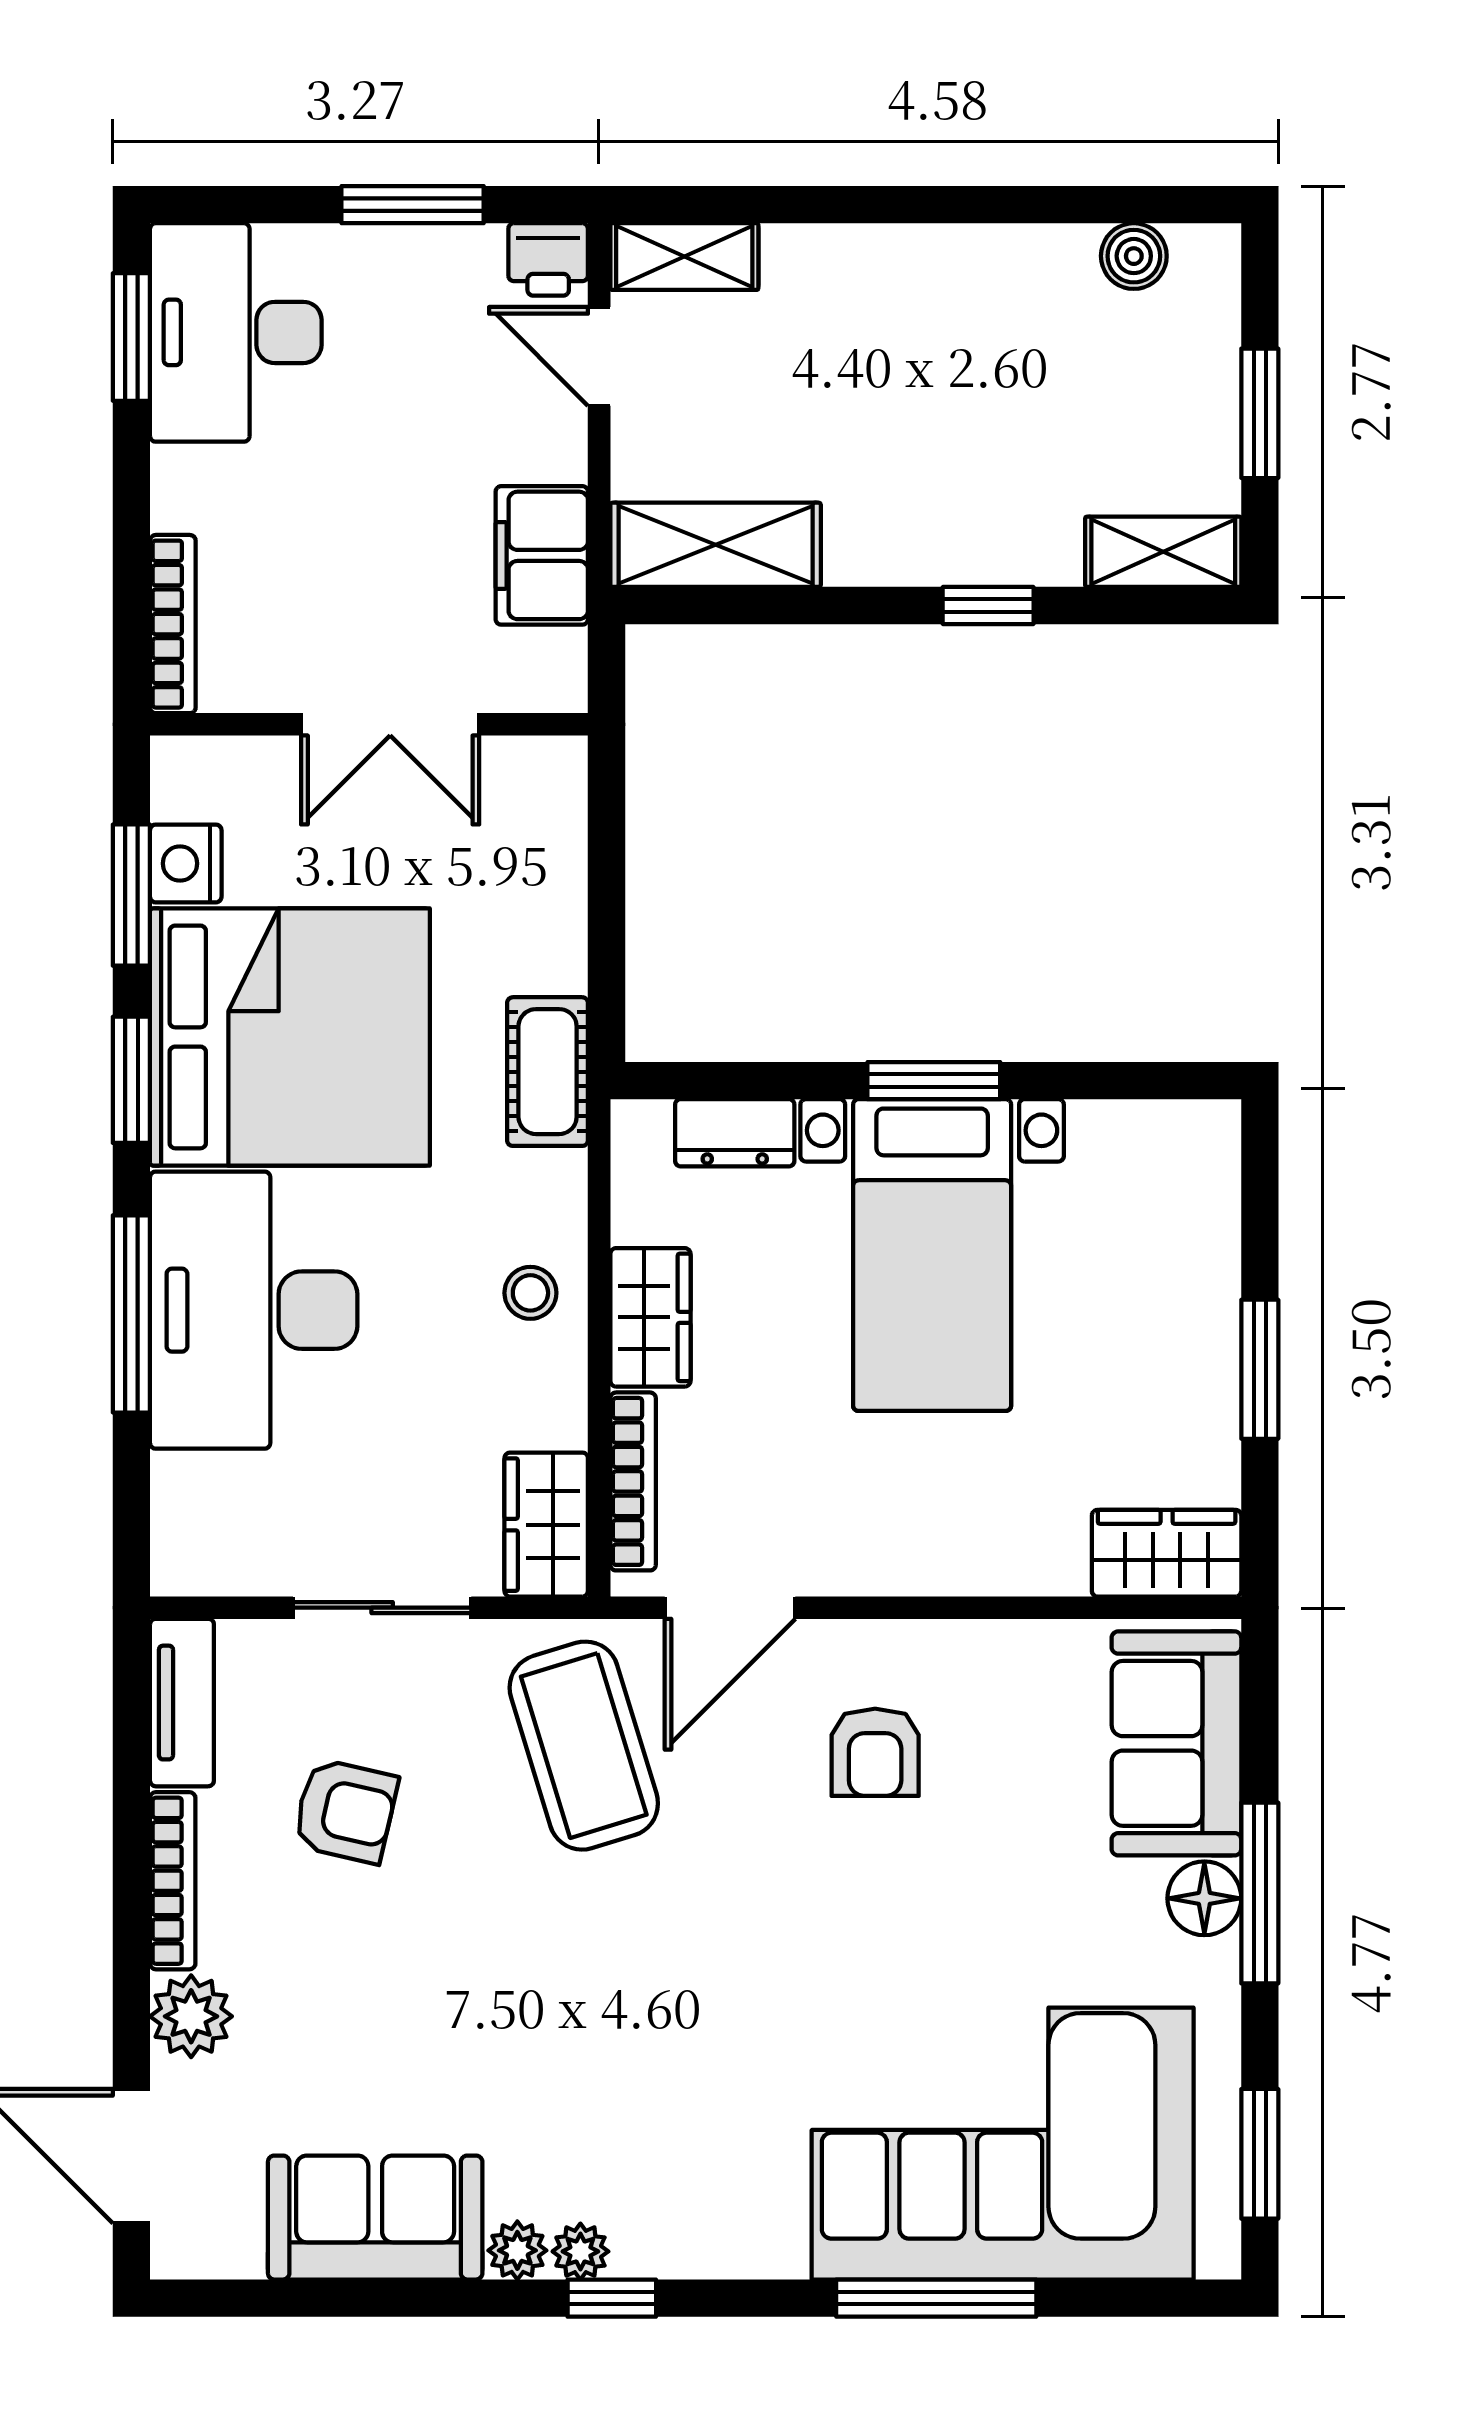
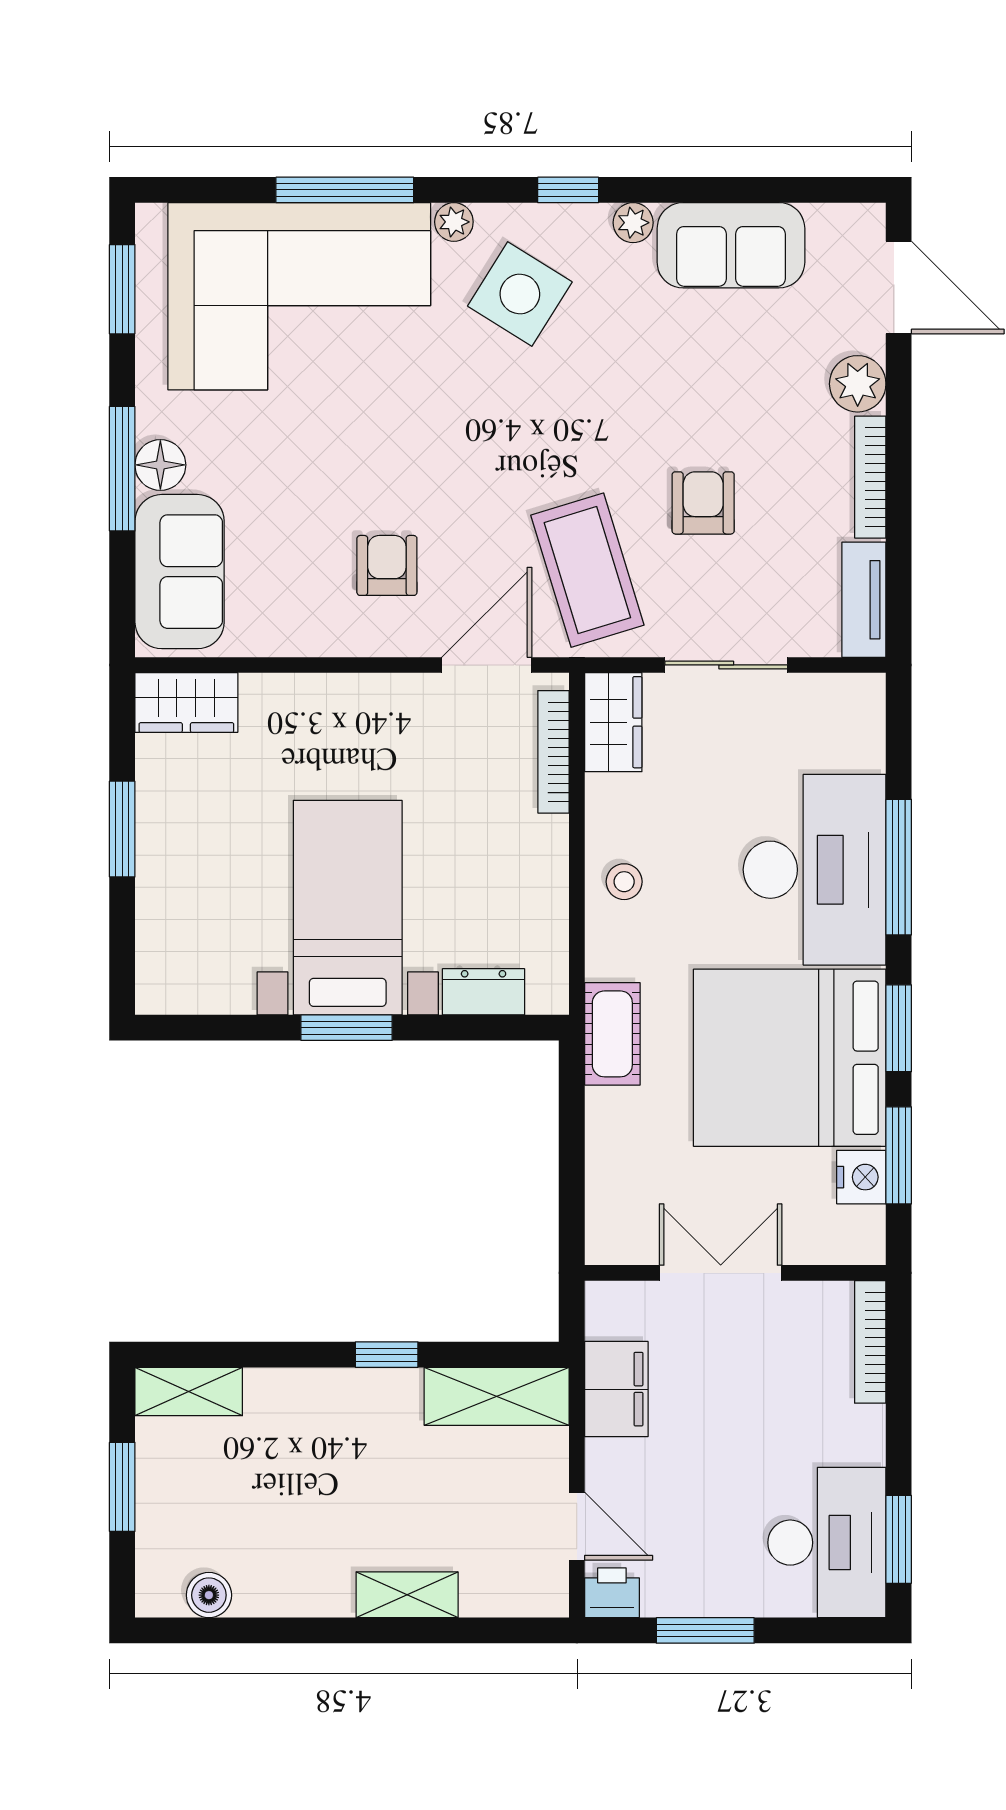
shelving: (684, 257) -> (407, 1595), moved
window: (988, 606) -> (387, 1355), moved
wardrobe: (650, 1317) -> (542, 865), removed
armchair: (345, 1811) -> (703, 503), moved, turned 77
side table: (682, 2147) -> (520, 294), added
plant: (580, 2251) -> (454, 222), moved

